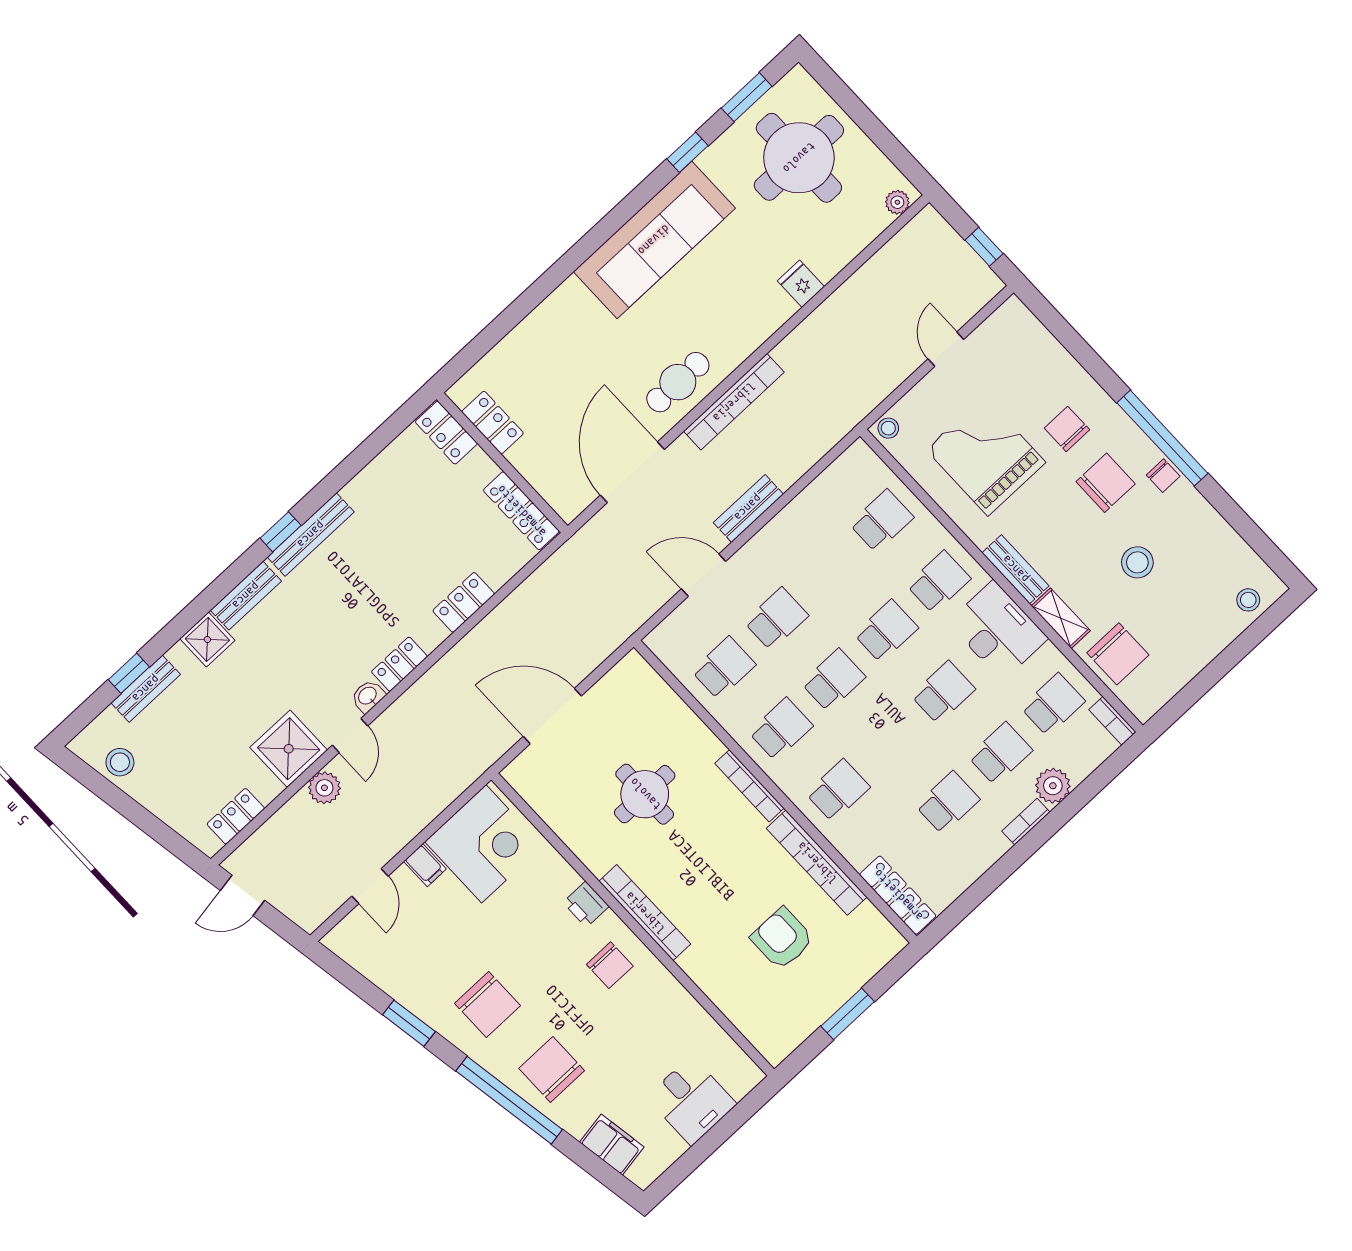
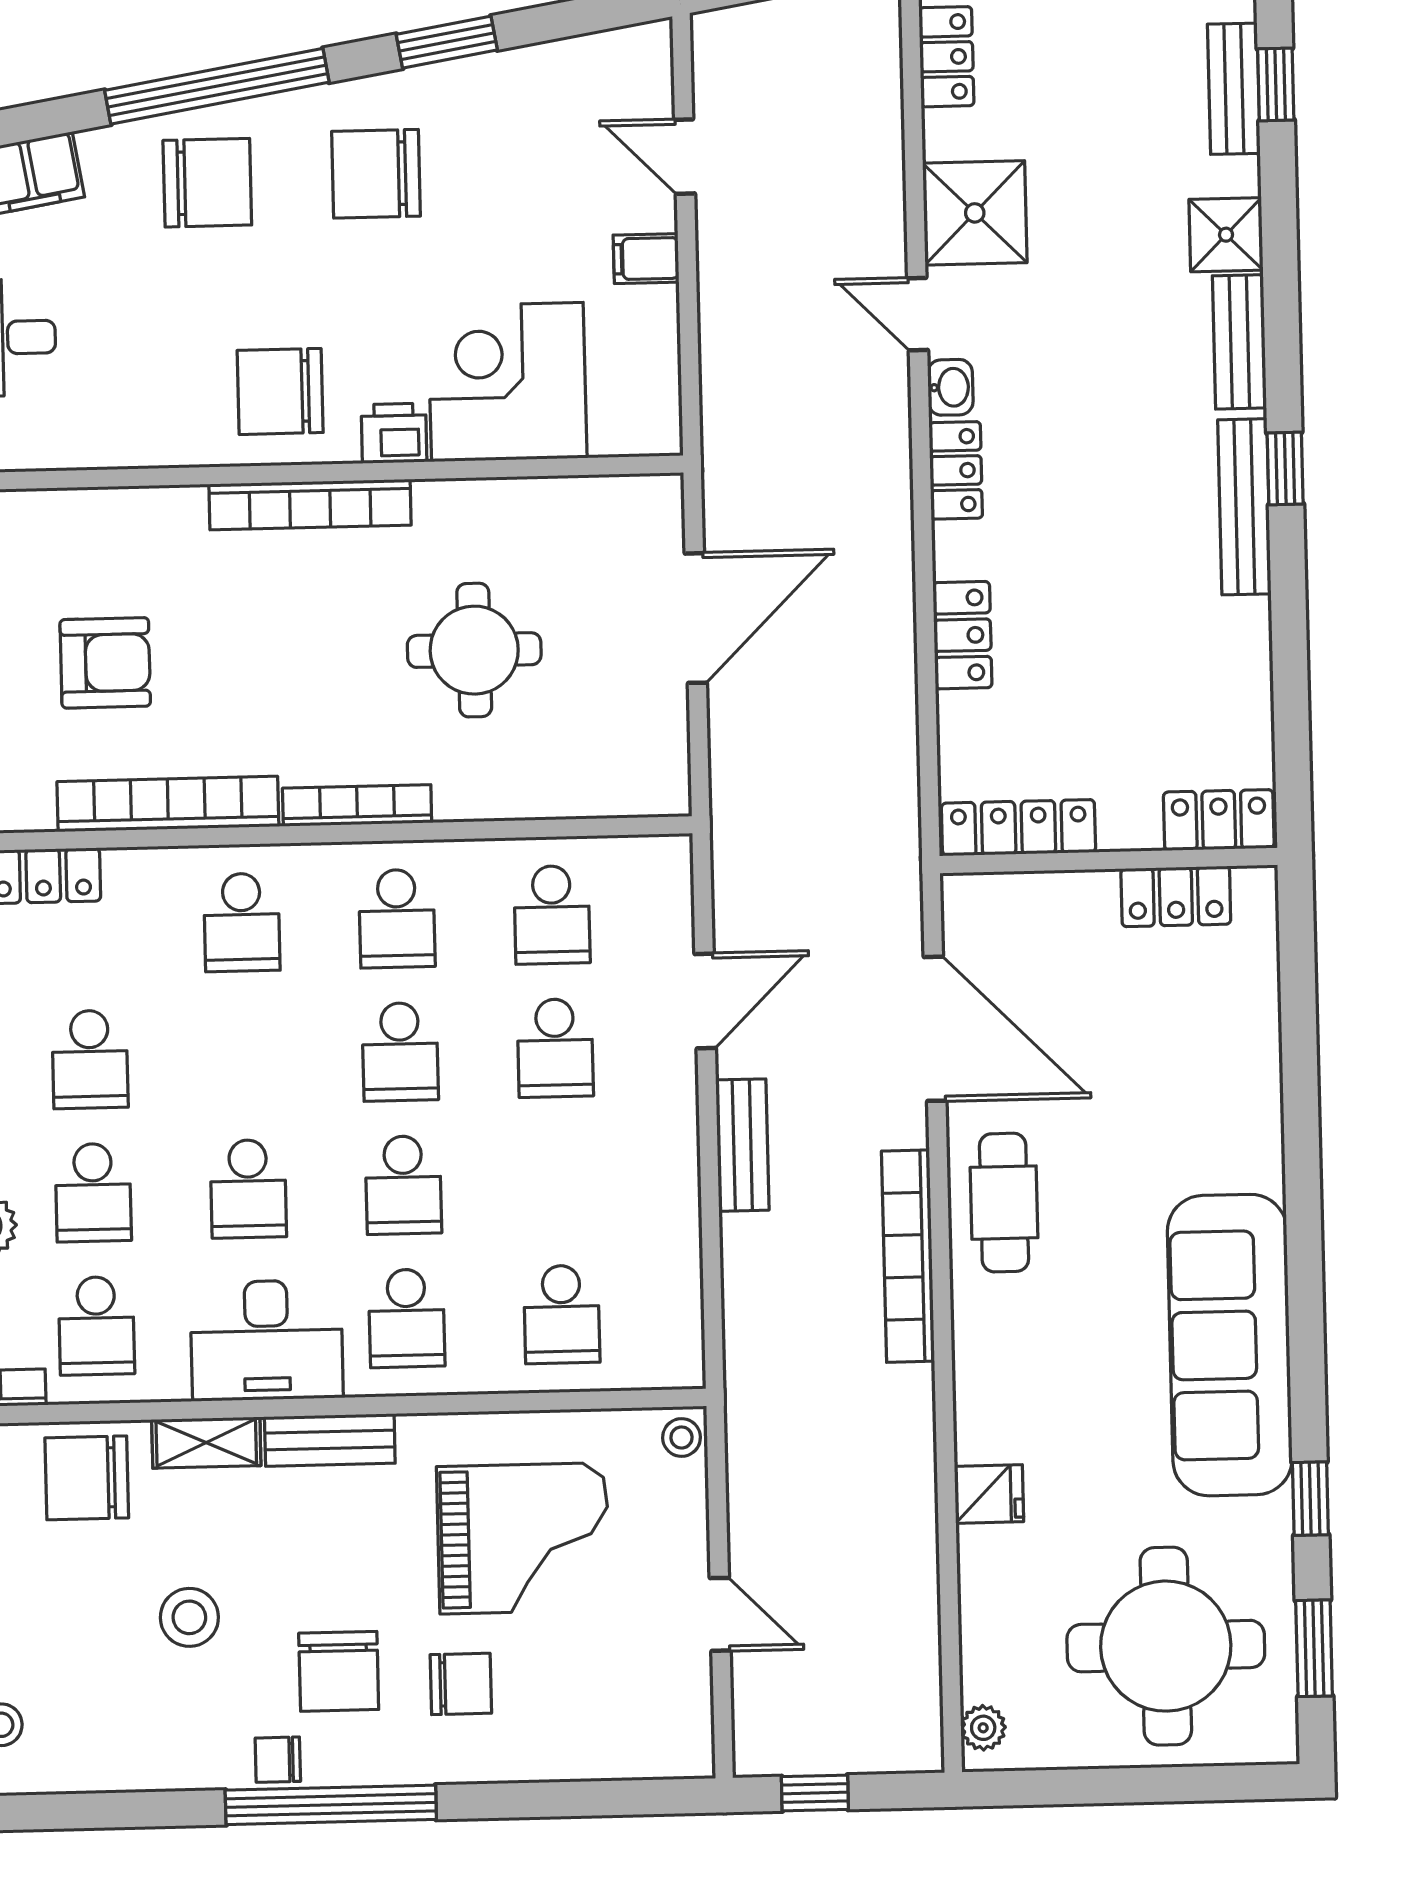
plant: (324, 788) -> (877, 214), removed
corner desk: (484, 844) -> (507, 382), moved, turned 90
chair: (610, 965) -> (280, 391), width x1.37, depth x1.37

